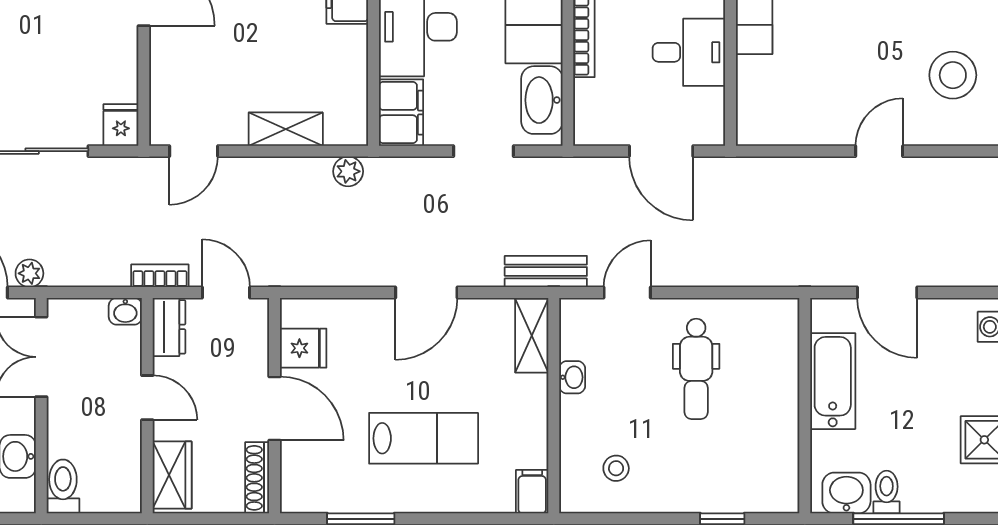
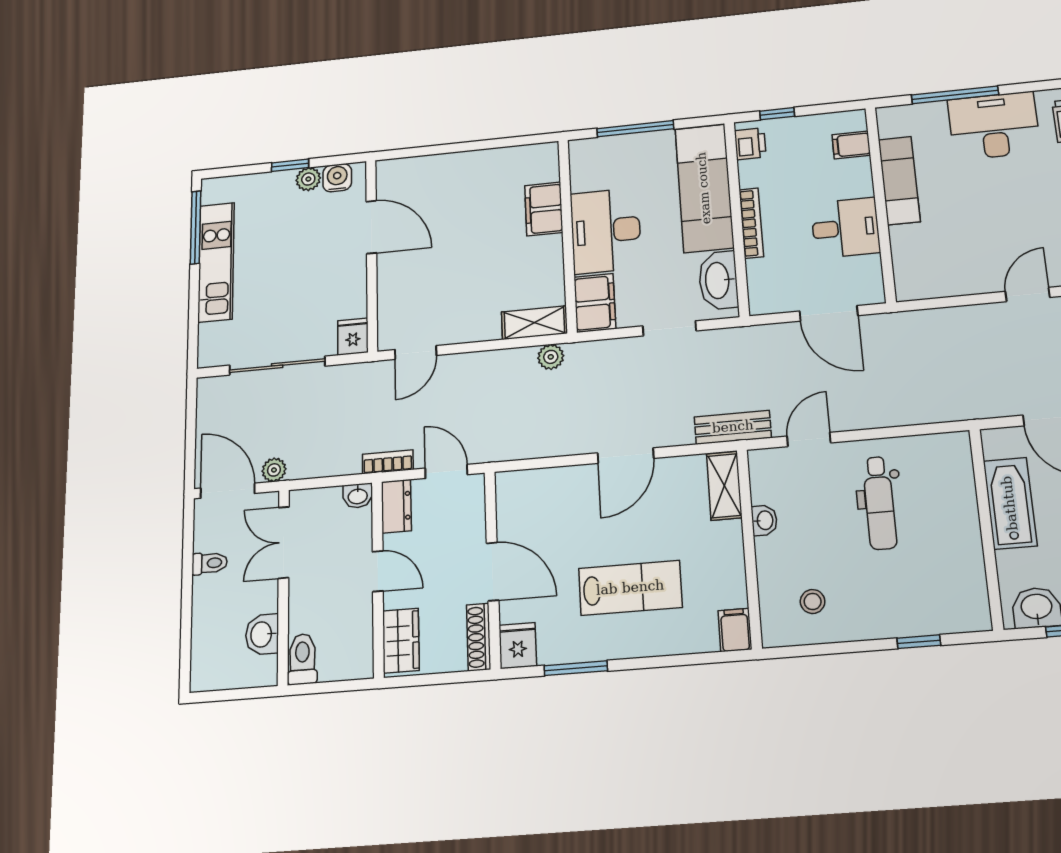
shelving: (286, 129) -> (534, 323), moved
fridge: (303, 348) -> (518, 646), moved, turned -90

